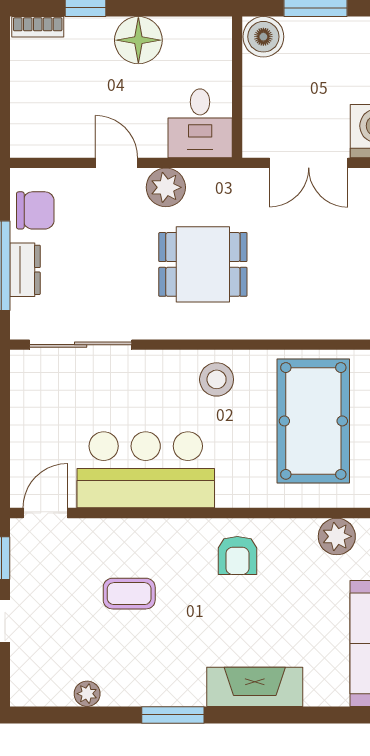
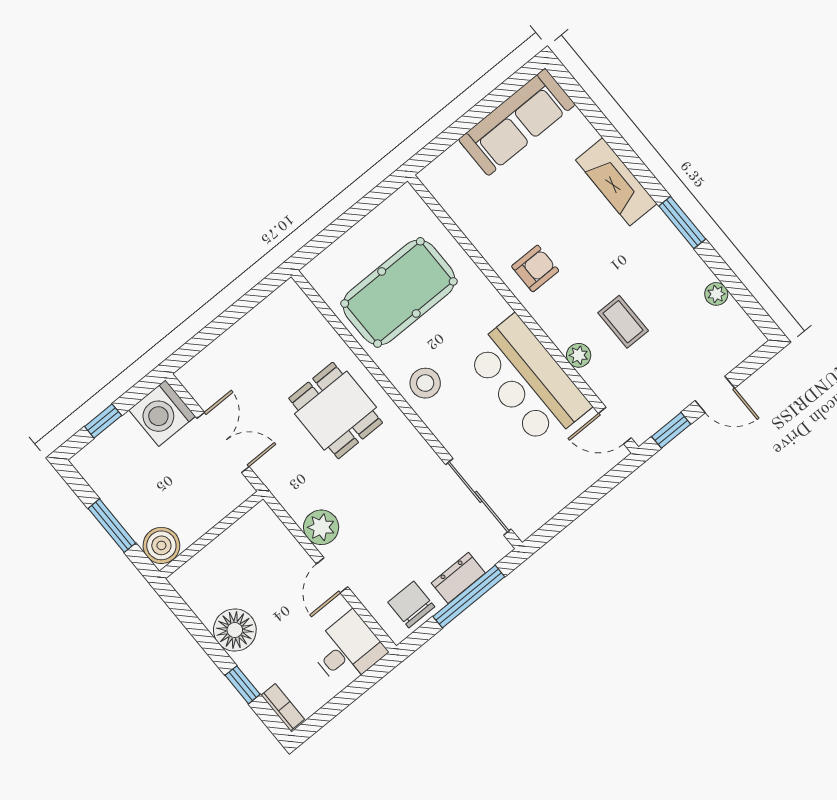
desk: (200, 123) -> (347, 650), moved
dining table: (203, 264) -> (336, 411), moved
plant: (337, 536) -> (579, 355), moved, width x0.73, depth x0.73

